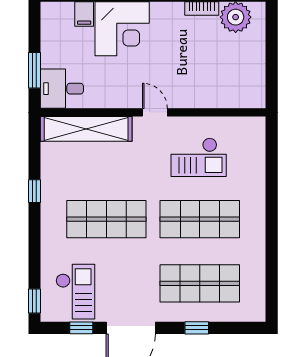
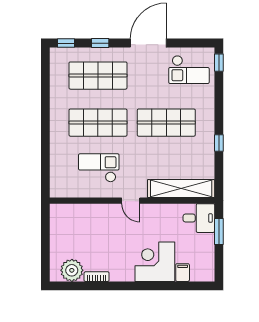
checkout: (75, 292) -> (189, 70), turned -90
window: (81, 328) -> (66, 43), moved

